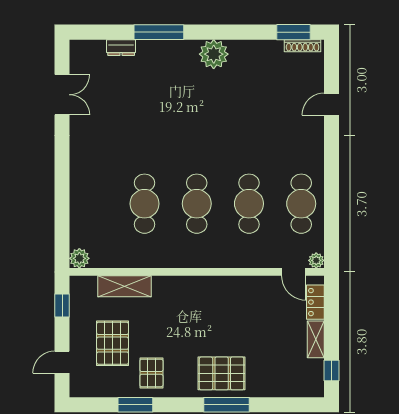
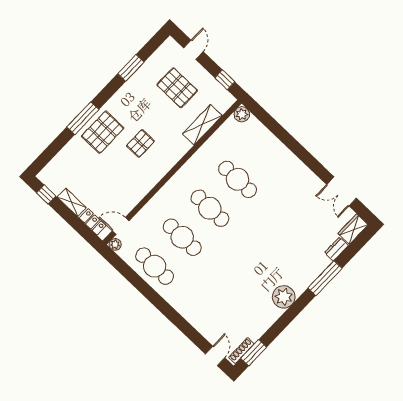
wardrobe: (87, 50) -> (353, 229), added
door: (331, 104) -> (215, 356), moved
pallet: (151, 373) -> (140, 143), moved, turned 90

